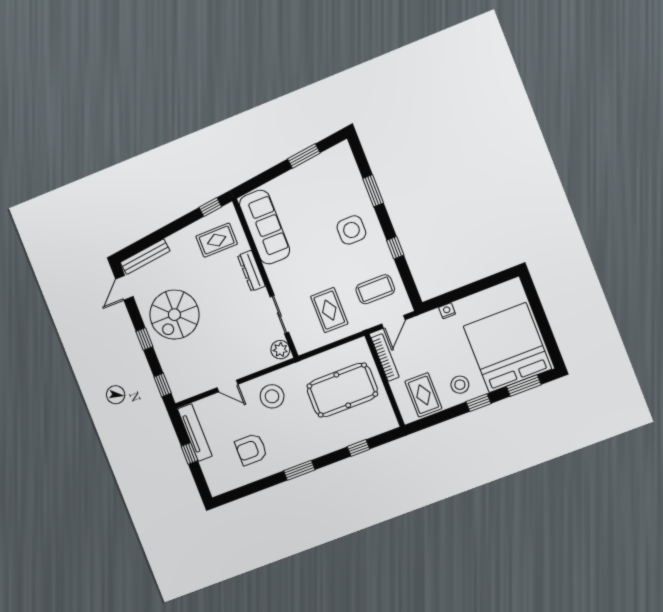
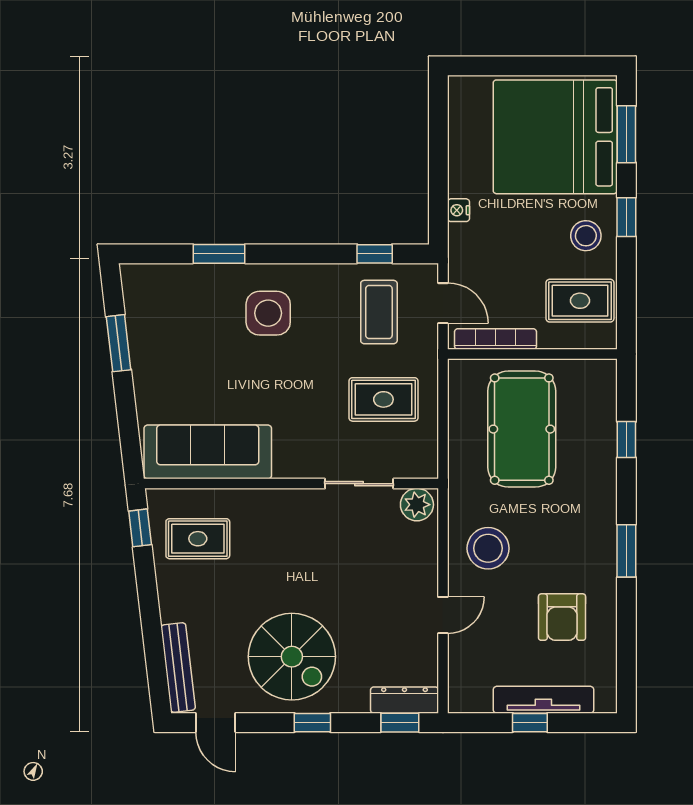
rug: (217, 240) -> (198, 539), turned 90
window: (395, 248) -> (375, 254), moved
dresser: (251, 271) -> (404, 700), moved, turned 180
tv unit: (195, 433) -> (543, 700), moved

